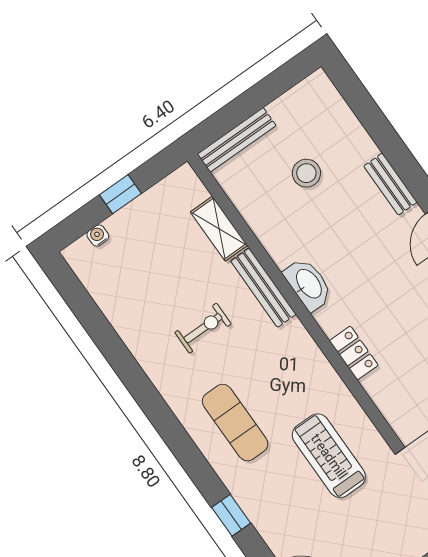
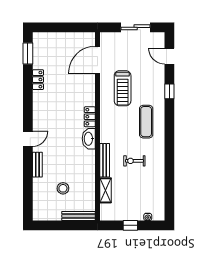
washbasin: (308, 284) -> (89, 139), moved

